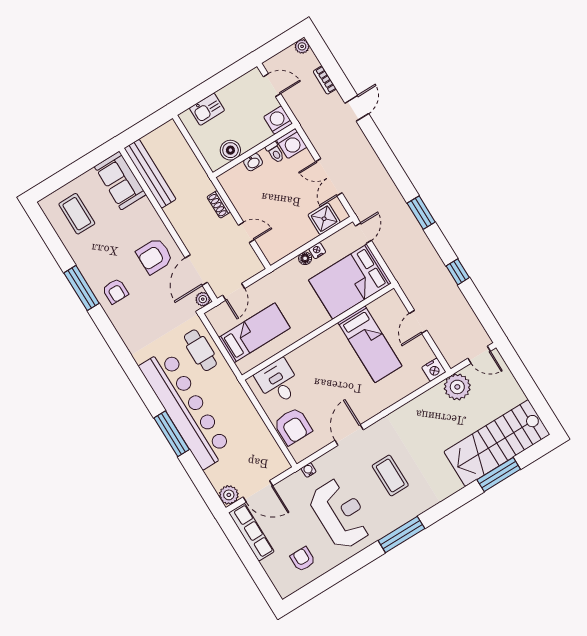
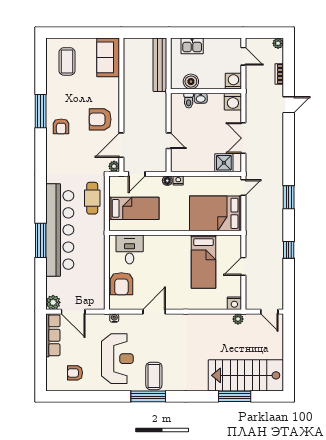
toilet: (275, 152) -> (189, 101), moved
bench: (150, 174) -> (160, 65), moved
shoe rack: (219, 204) -> (162, 112), removed
nightstand: (317, 251) -> (178, 180), moved
floor lamp: (305, 258) -> (167, 181), moved
plant: (457, 387) -> (238, 319), width x0.53, depth x0.53
coffee table: (390, 476) -> (154, 376), moved
armchair: (303, 559) -> (75, 373), turned -90

